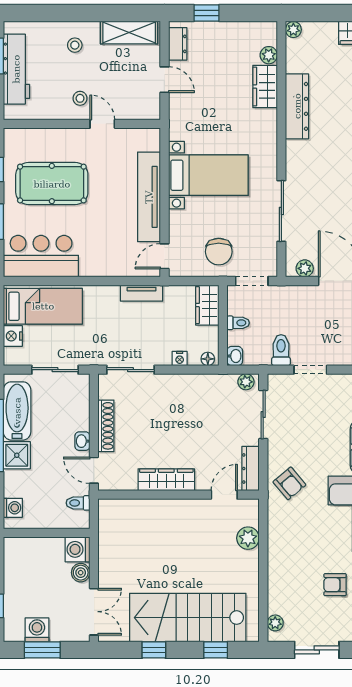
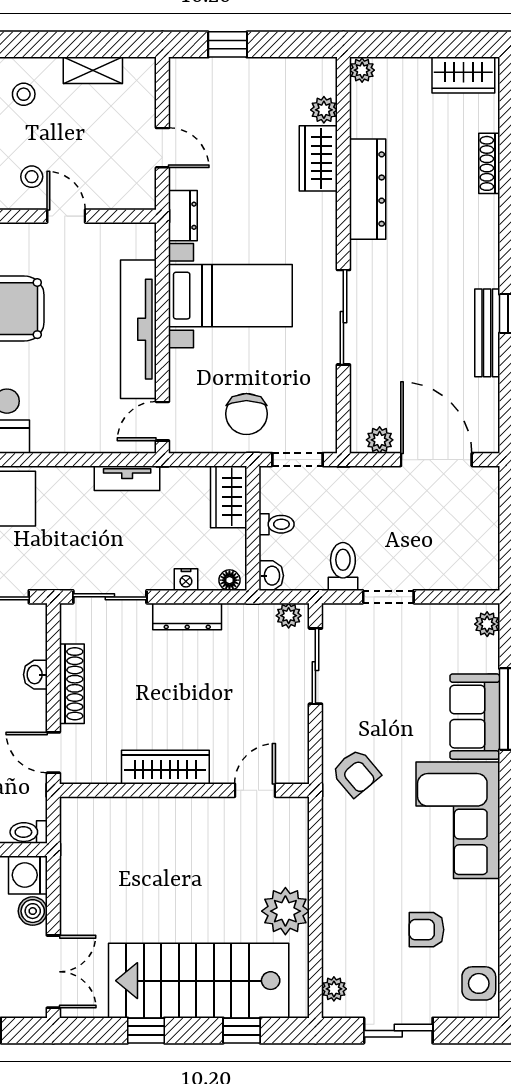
shelving: (129, 32) -> (93, 70), width x0.67, depth x0.75
dresser: (178, 44) -> (183, 216), moved
sliding door: (281, 211) -> (343, 317), moved
washbasin: (82, 441) -> (35, 675), moved
dresser: (251, 468) -> (187, 616), moved, turned -90
toilet: (78, 503) -> (29, 832), moved
plant: (248, 538) -> (285, 911), moved, width x1.36, depth x1.36

